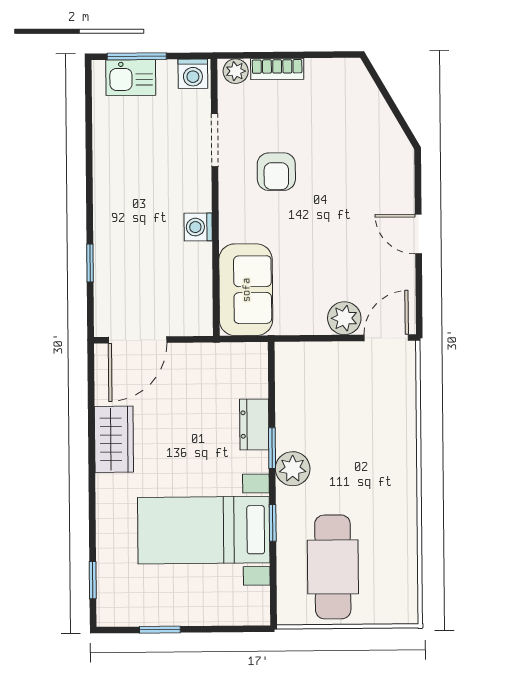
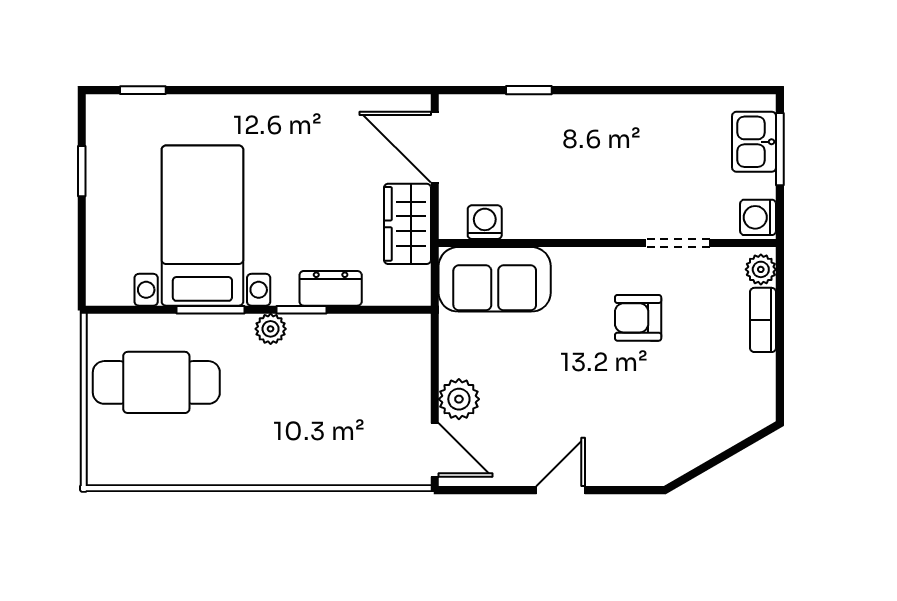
washing machine: (198, 227) -> (485, 222), moved
wardrobe: (114, 439) -> (407, 224), moved, turned 90
plant: (293, 469) -> (271, 329), width x0.73, depth x0.73
window: (273, 523) -> (211, 310), width x1.50

